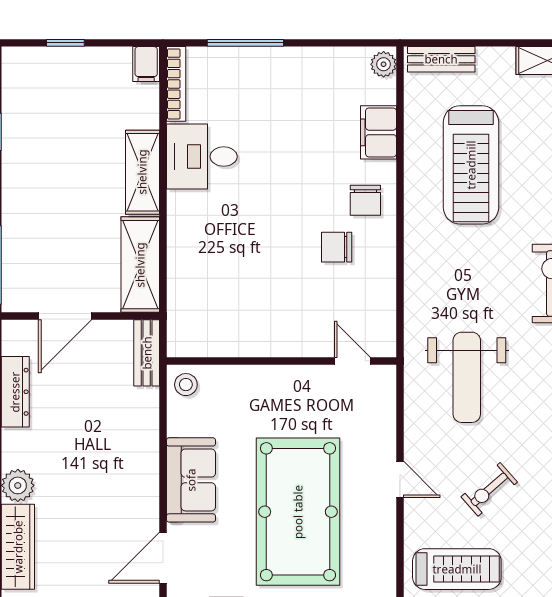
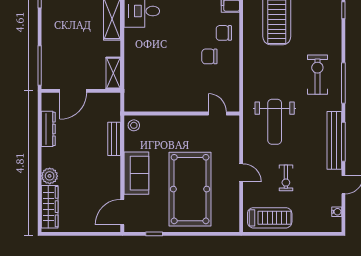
chair: (365, 200) -> (224, 33), turned 90
shelving: (140, 265) -> (113, 73), width x0.67, depth x0.75
bench: (147, 353) -> (114, 139), moved
exercise bike: (489, 489) -> (286, 178), turned -49

